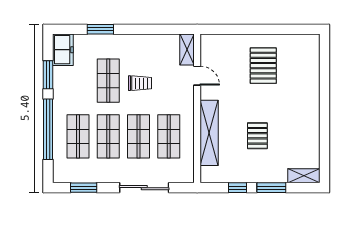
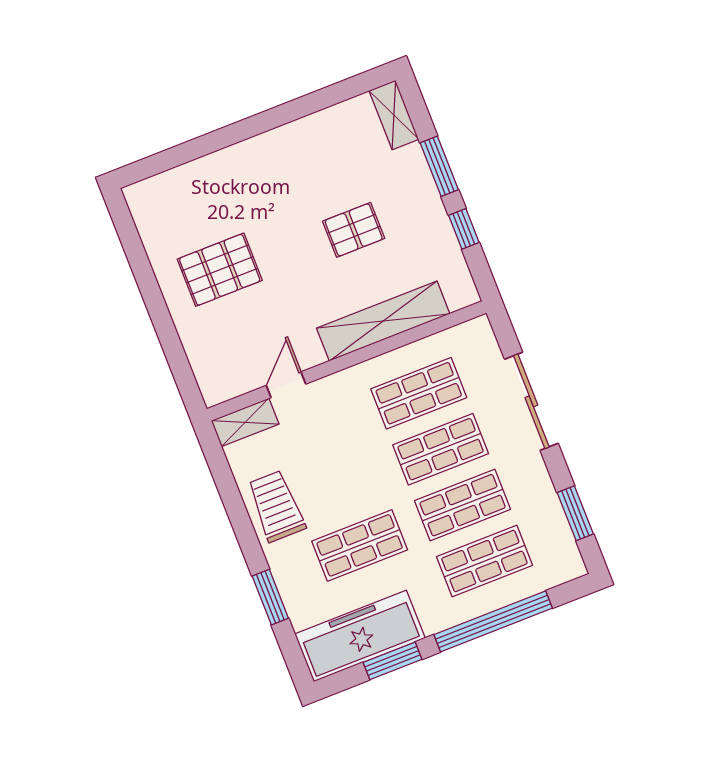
freezer: (63, 50) -> (360, 636), width x1.91, depth x1.26
trolley: (140, 83) -> (276, 506), moved, width x1.36, depth x1.39

